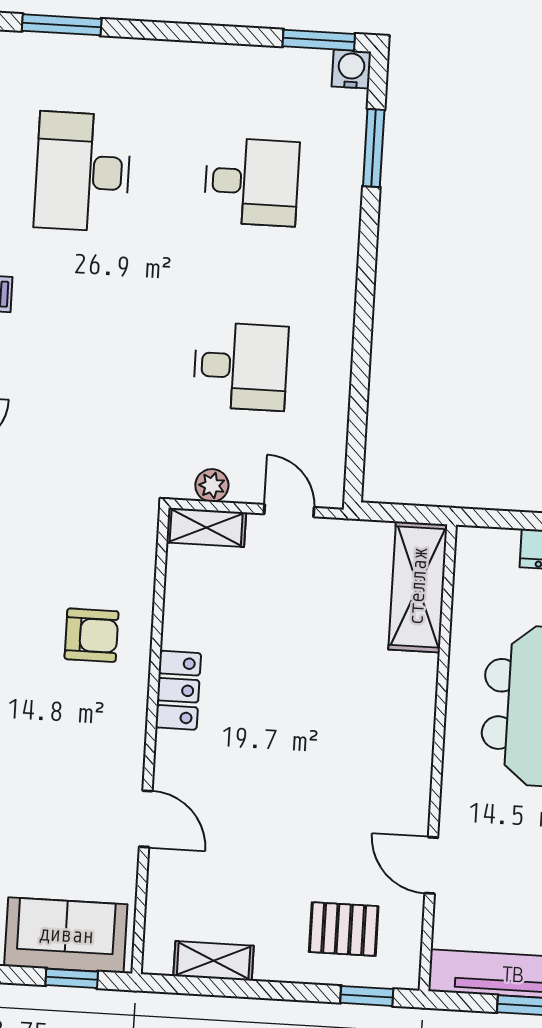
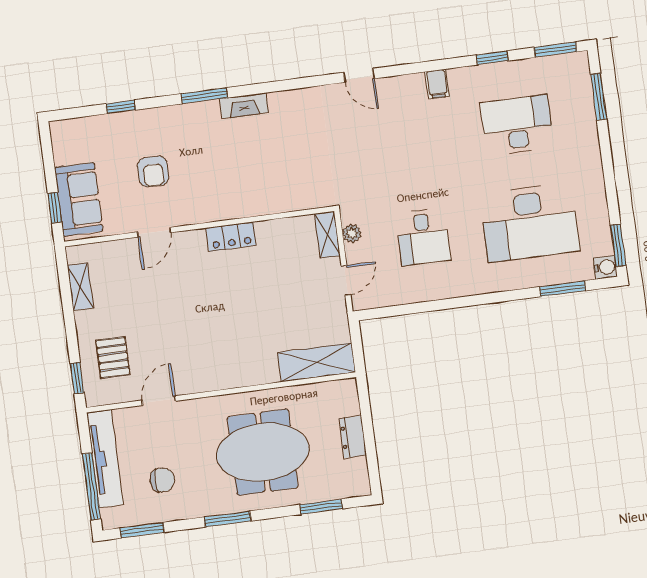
desk: (252, 182) -> (530, 223), width x1.87, depth x1.30
armchair: (92, 635) -> (153, 171), moved

